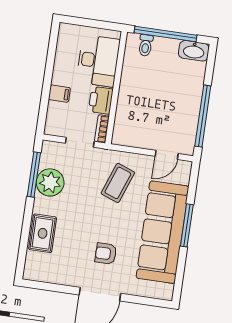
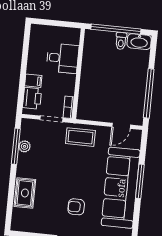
toilet: (146, 45) -> (121, 41), moved
desk: (98, 61) -> (63, 58), width x0.73
printer: (101, 100) -> (32, 98), moved, turned 180
plant: (50, 182) -> (24, 146), width x0.53, depth x0.53
coffee table: (118, 183) -> (80, 137), moved, turned 70

